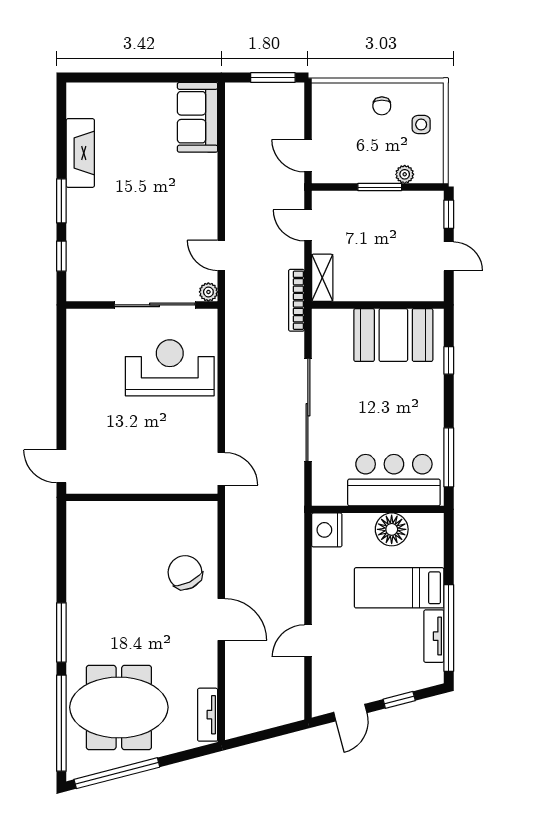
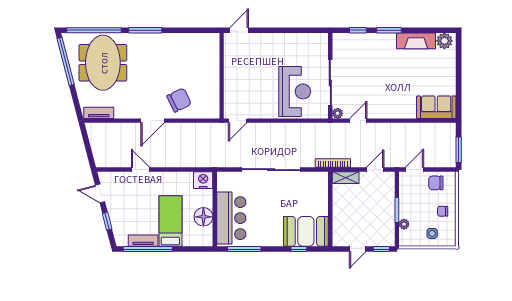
plant: (80, 103) -> (444, 41), added
chair: (332, 118) -> (436, 183), added
booth: (393, 335) -> (306, 231), moved, turned 90

